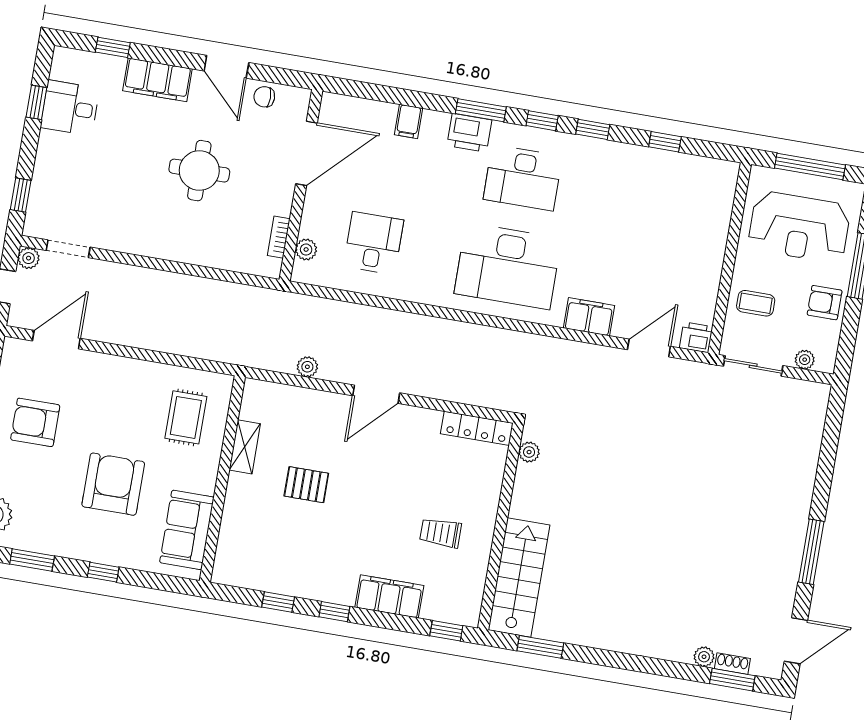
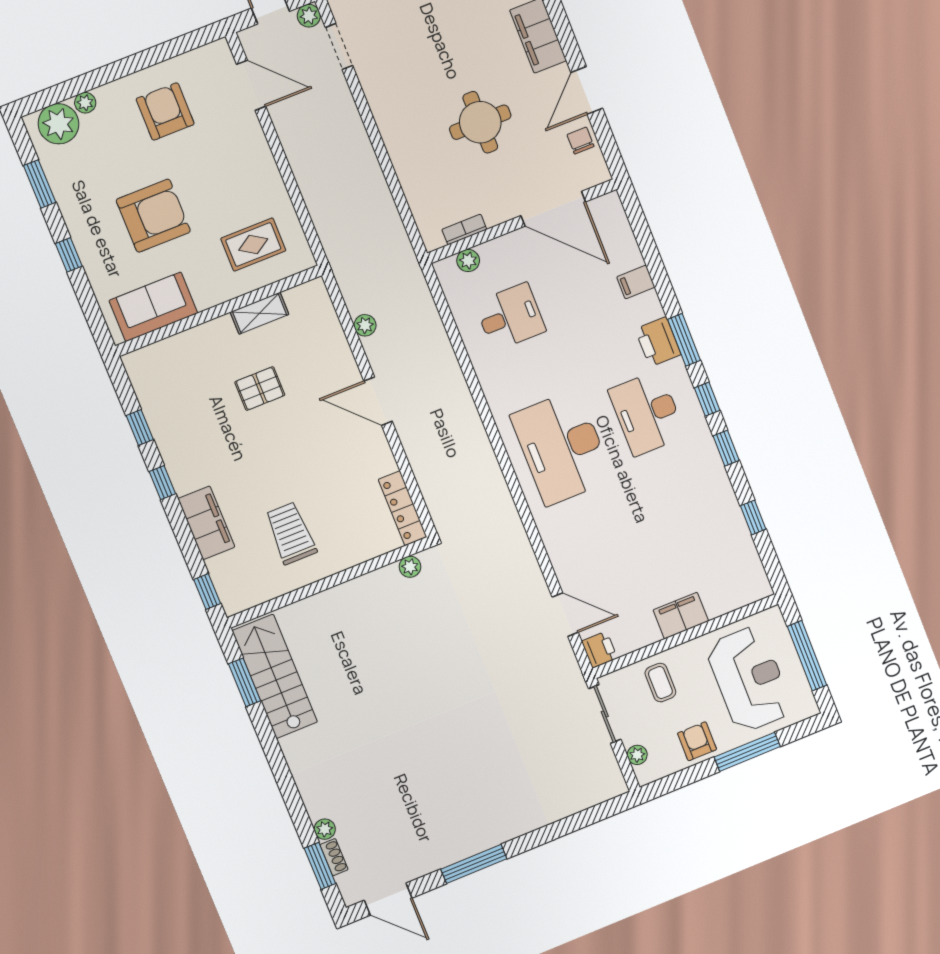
reception desk: (799, 227) -> (749, 679), turned 180
filing cabinet: (589, 317) -> (681, 616), moved, turned -90
pallet: (306, 485) -> (260, 389), turned 90
trolley: (441, 533) -> (291, 533), width x1.36, depth x1.39
stairs: (519, 577) -> (275, 676), moved, turned -90

